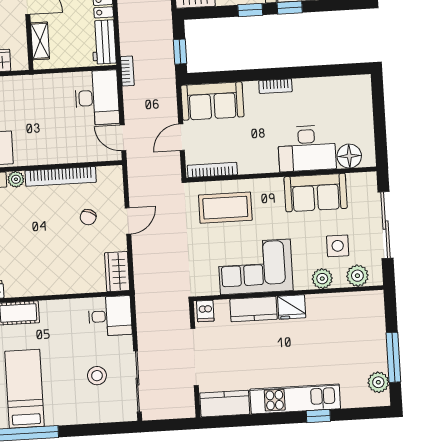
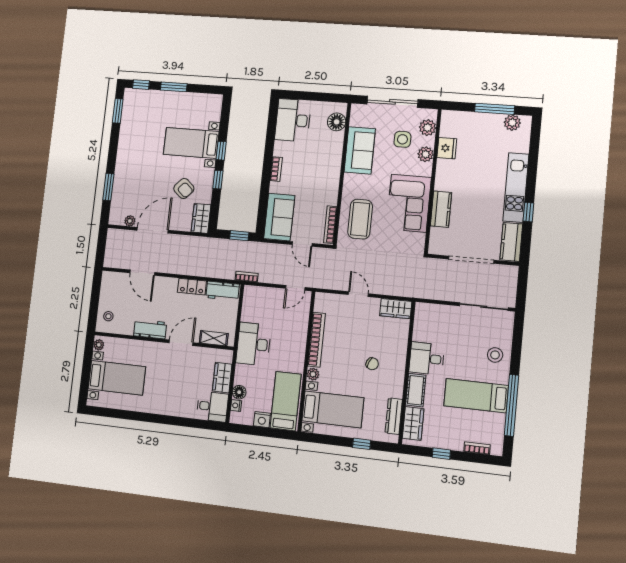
desk: (97, 98) -> (254, 344), moved, turned -90
desk: (307, 148) -> (293, 120), moved, turned 180
chair: (88, 217) -> (372, 364), moved
fridge: (292, 307) -> (447, 148), moved
dishwasher: (205, 311) -> (437, 246), removed
desk: (110, 316) -> (427, 359), moved, turned -90
stool: (97, 376) -> (495, 355), moved
window: (318, 416) -> (528, 212), moved

